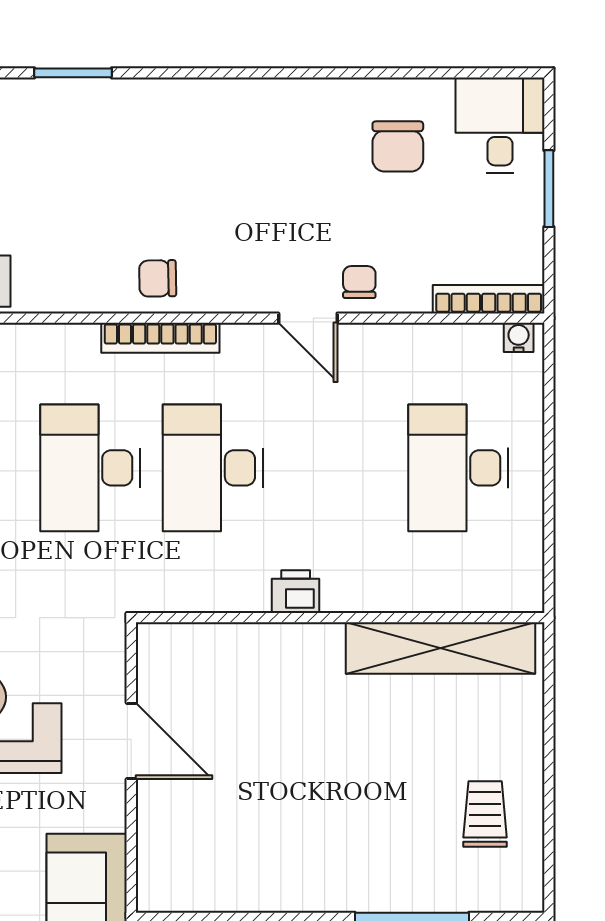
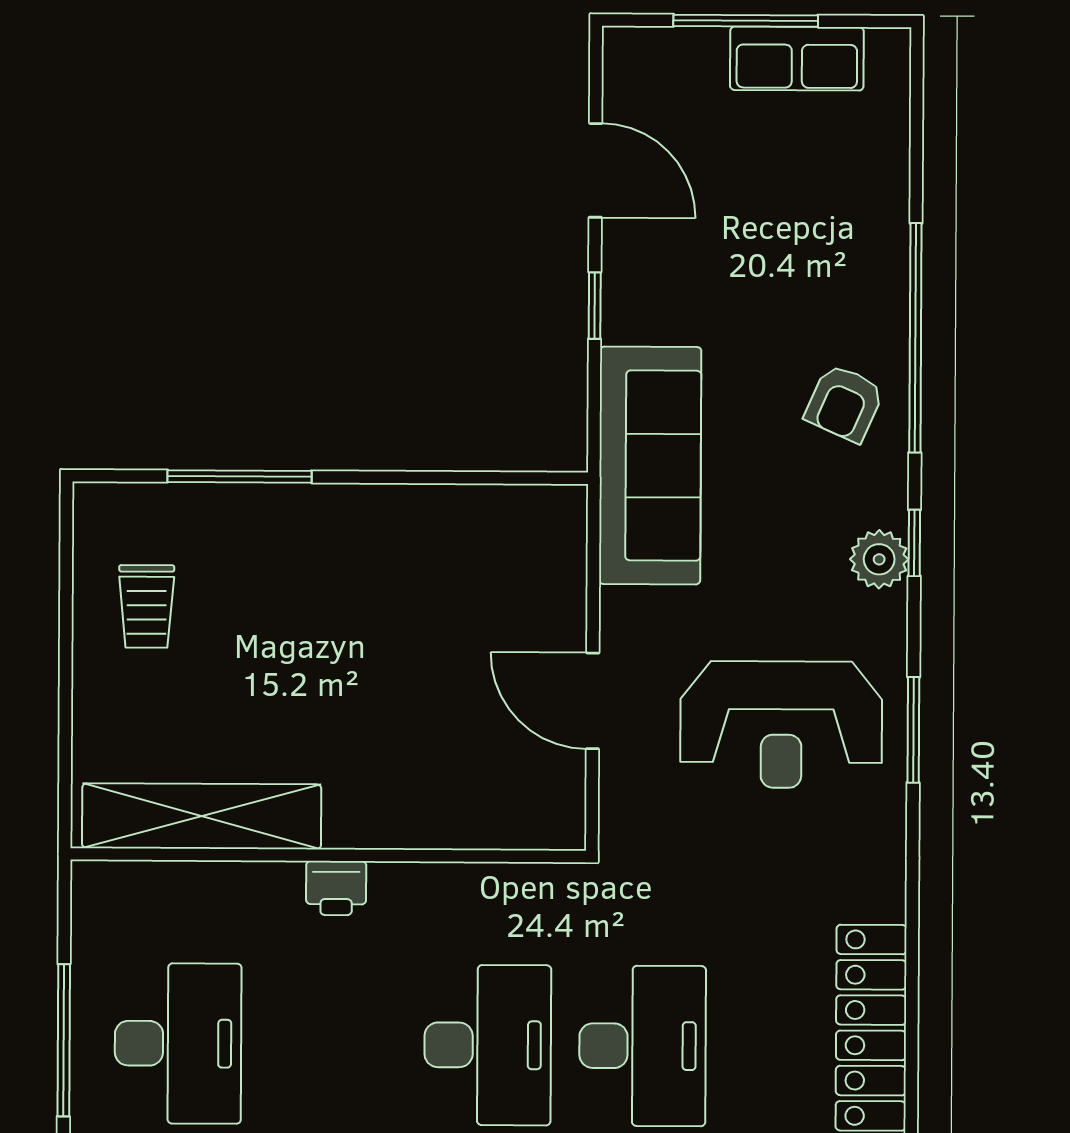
window: (549, 470) -> (64, 1040), added
printer: (296, 592) -> (336, 888), moved

